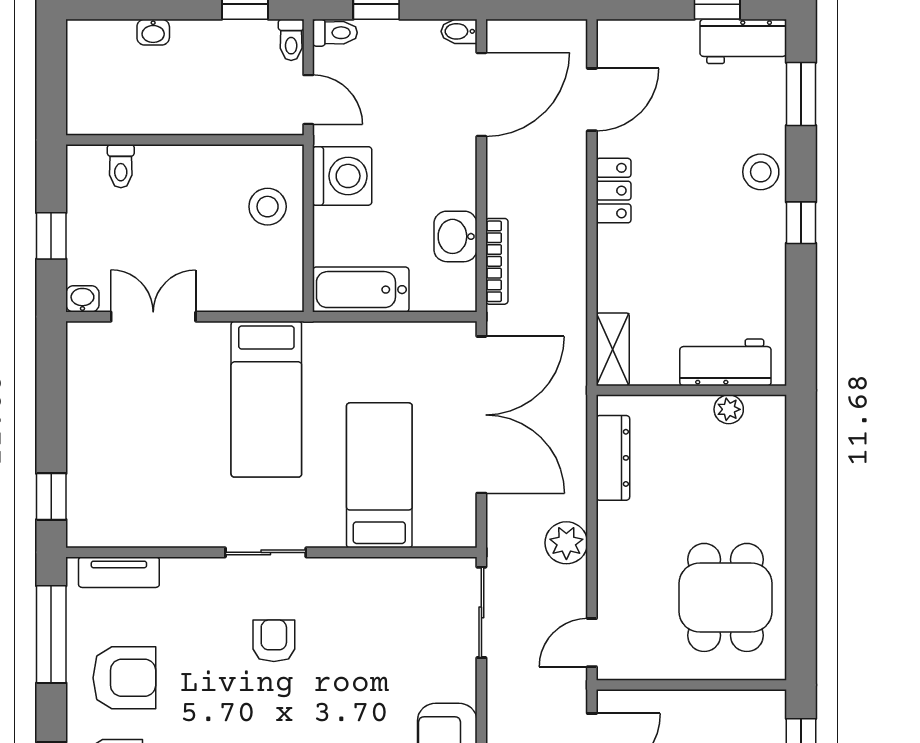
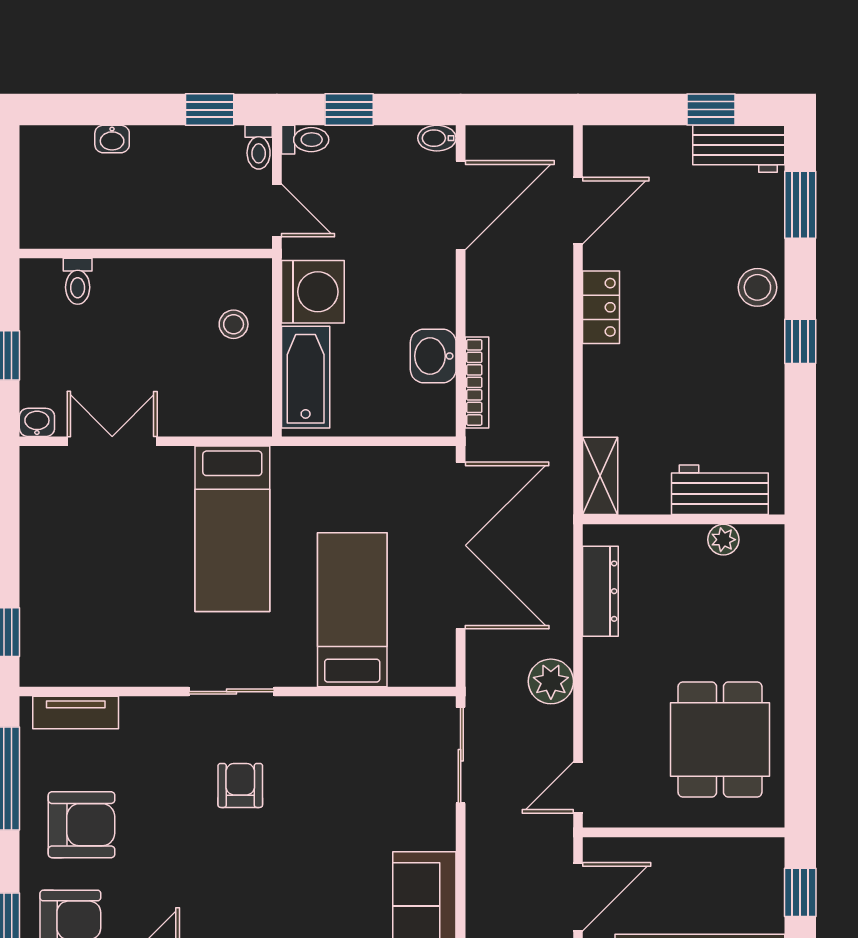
stool: (268, 207) -> (234, 324), width x0.73, depth x0.73
bathtub: (361, 290) -> (306, 377), moved, turned 90

